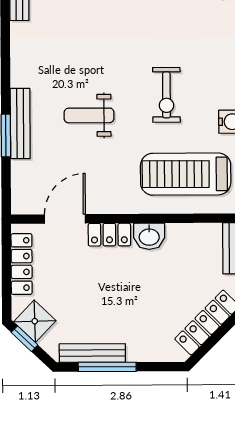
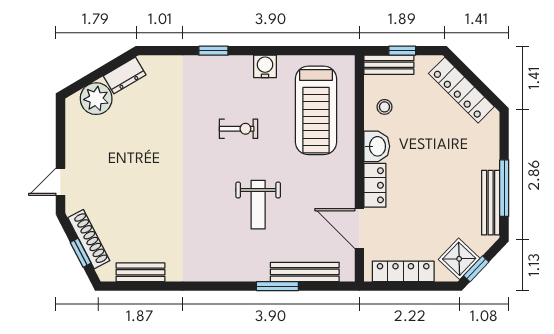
exercise bike: (166, 95) -> (238, 129), width x0.73, depth x0.72
bench: (20, 124) -> (305, 272), moved
stool: (189, 244) -> (384, 107), added

